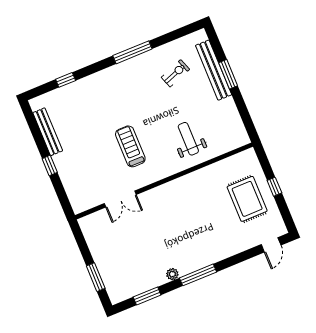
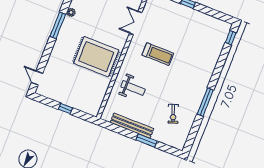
bench: (214, 70) -> (132, 126), moved
window: (66, 80) -> (231, 38), moved
bench: (48, 132) -> (206, 19), removed
rug: (247, 199) -> (96, 57), moved, width x1.37, depth x1.44

